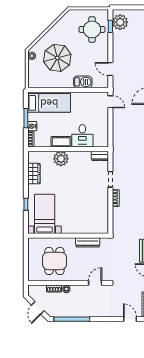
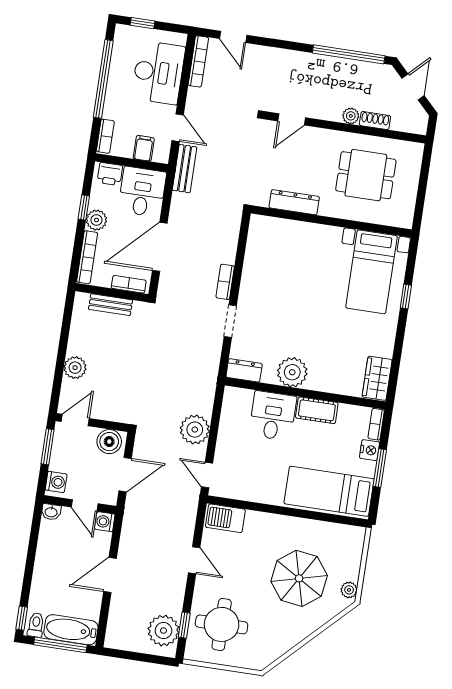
door: (110, 69) -> (194, 560), moved
barbecue: (83, 82) -> (225, 518), moved
plant: (120, 123) -> (195, 430), added
plant: (61, 159) -> (292, 372), moved
wardrobe: (34, 174) -> (377, 378), moved
dining table: (54, 261) -> (366, 175), turned 90

